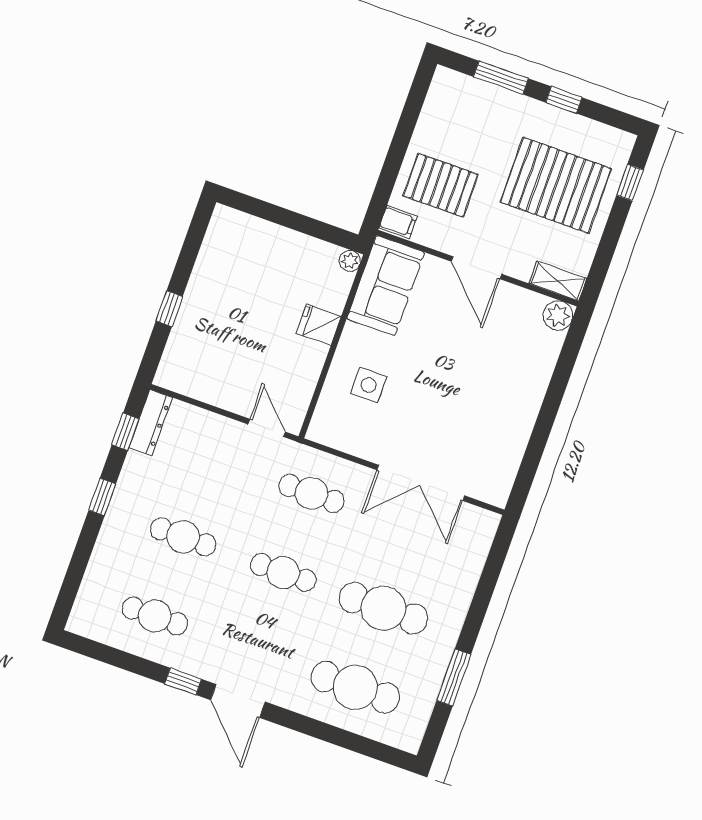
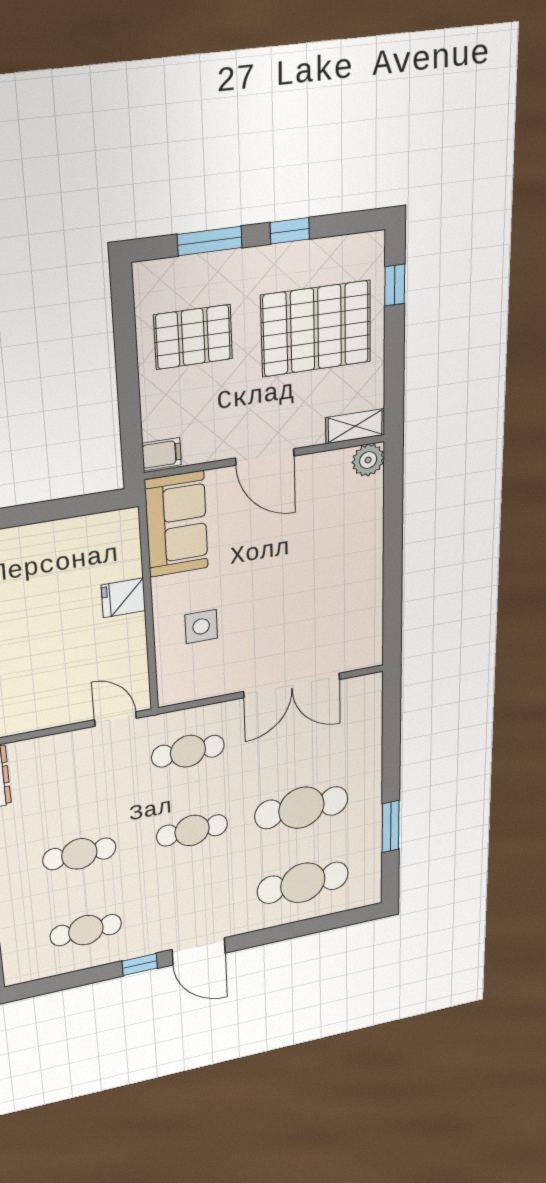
pallet: (441, 185) -> (193, 337), moved
plant: (350, 261) -> (127, 520), removed

